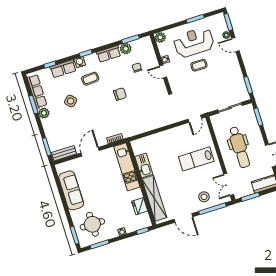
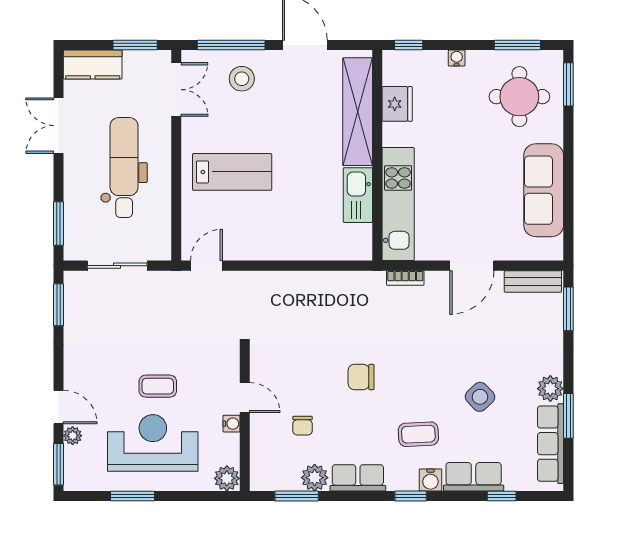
reception desk: (194, 42) -> (153, 443), turned 180

